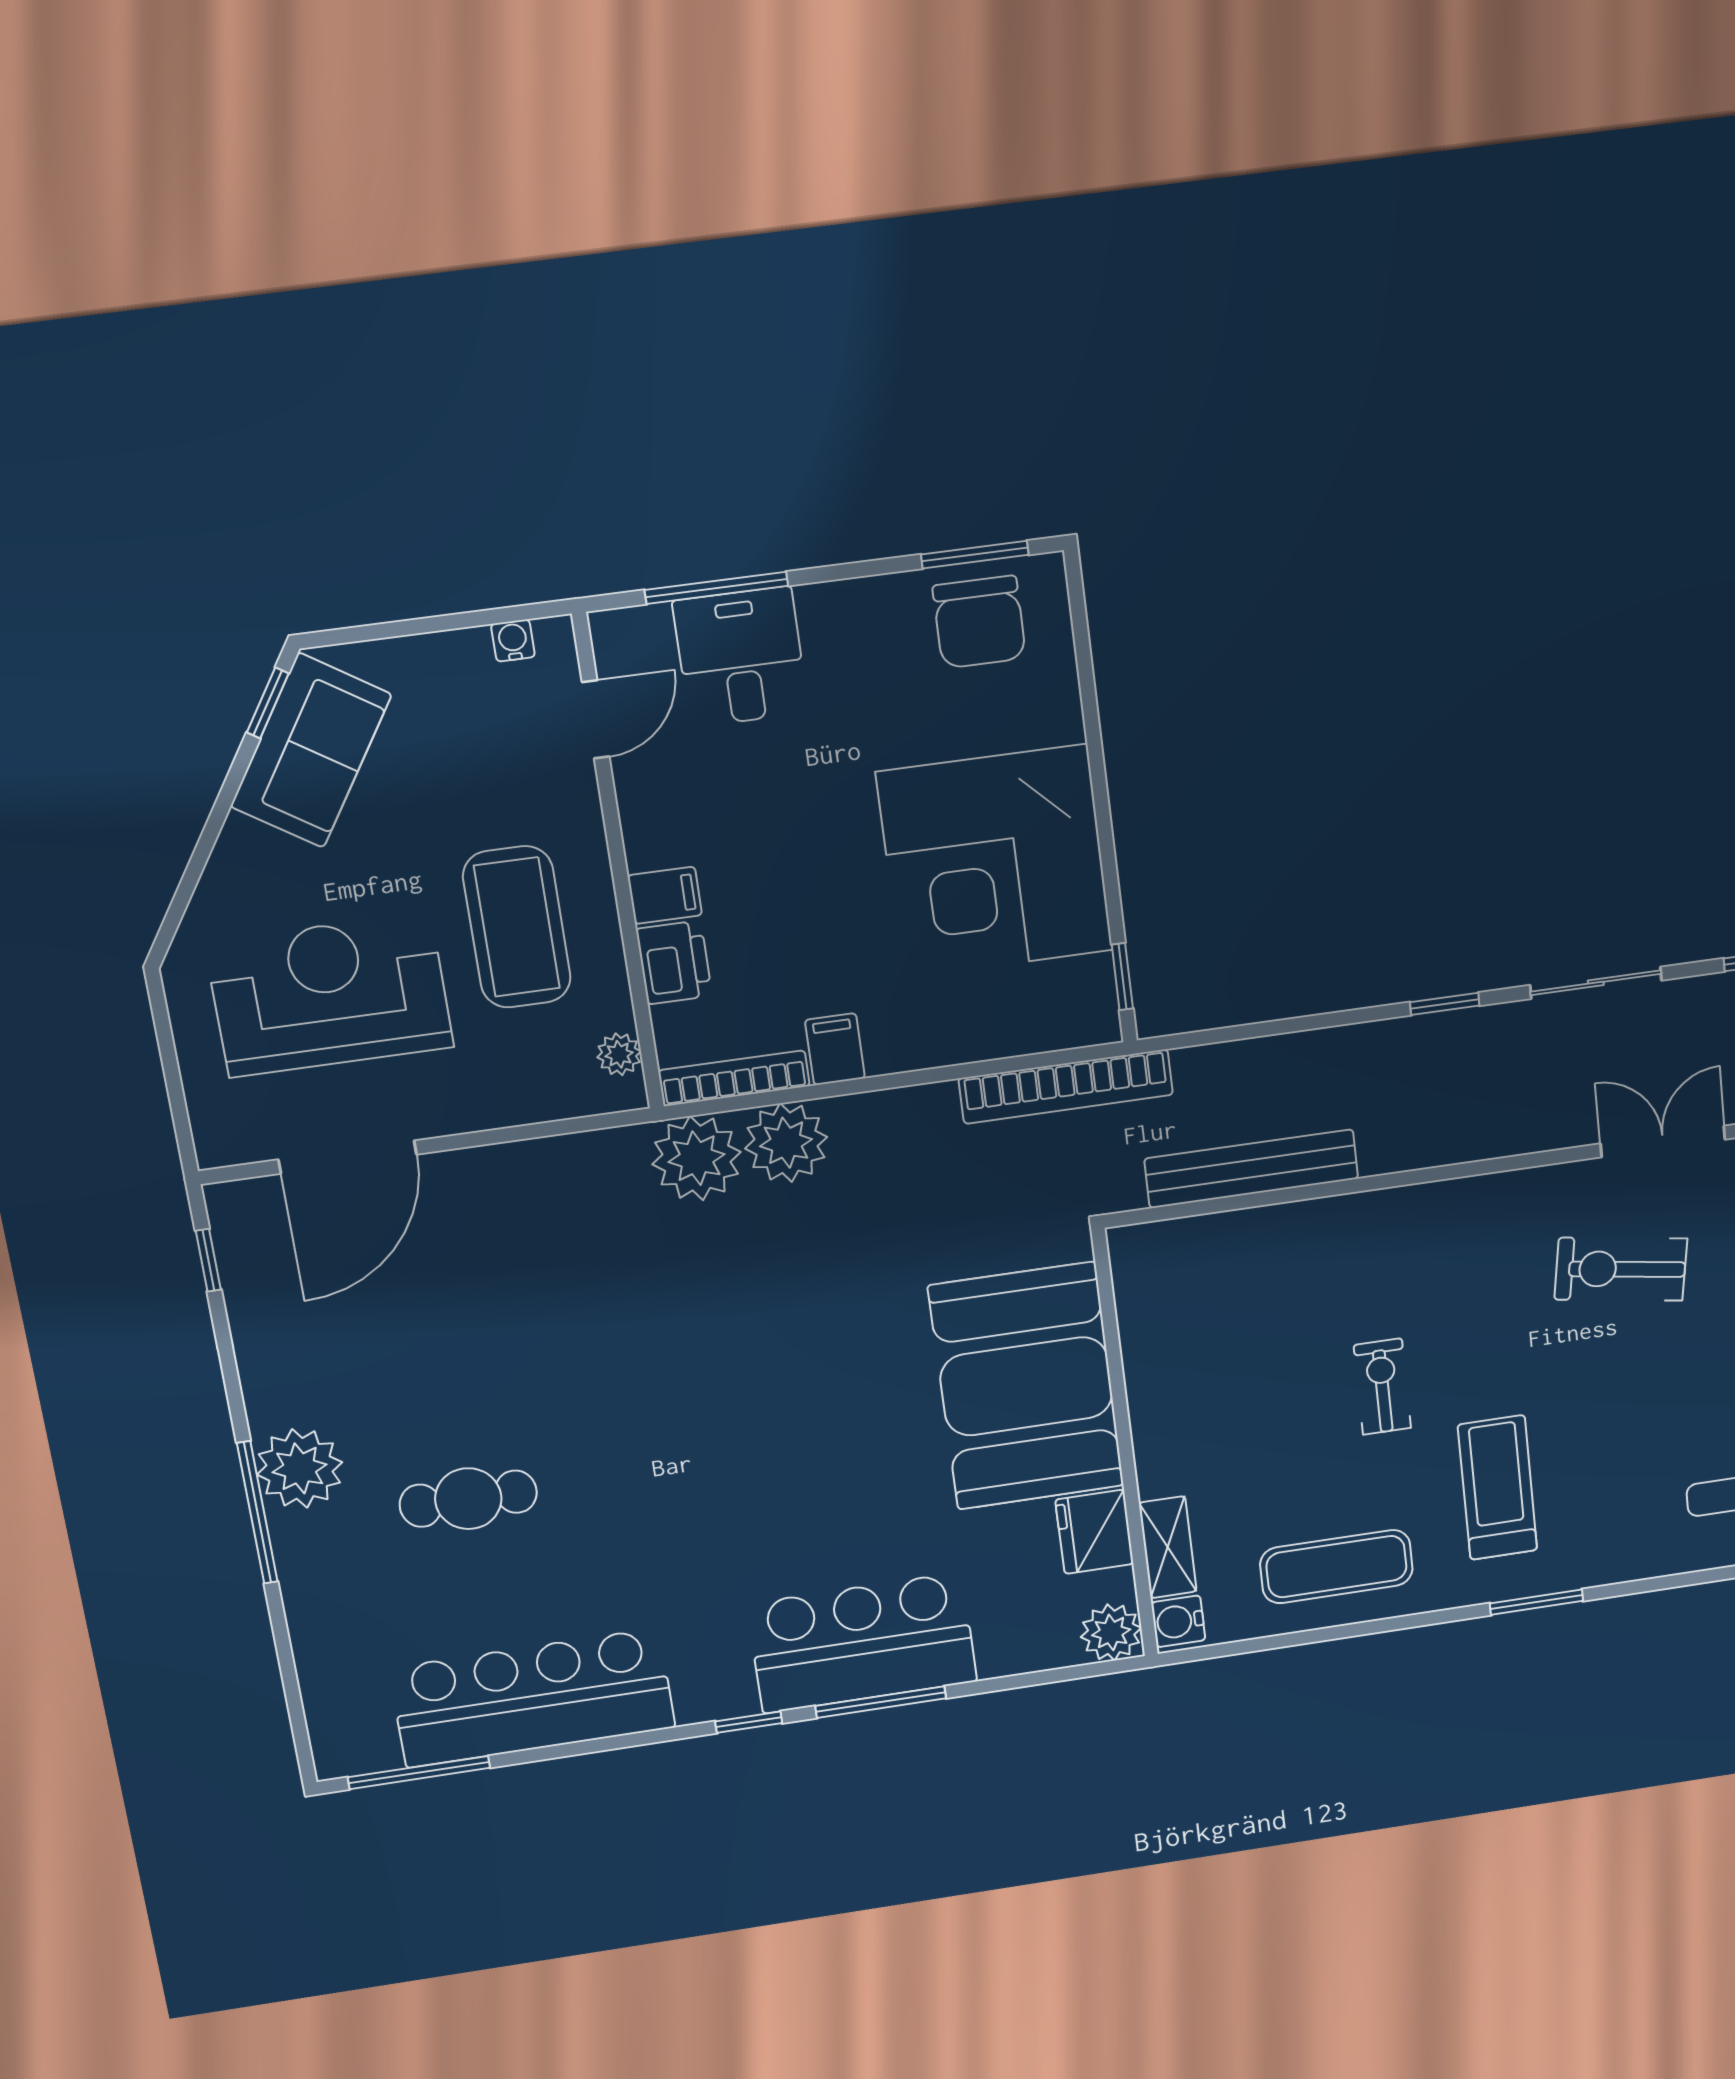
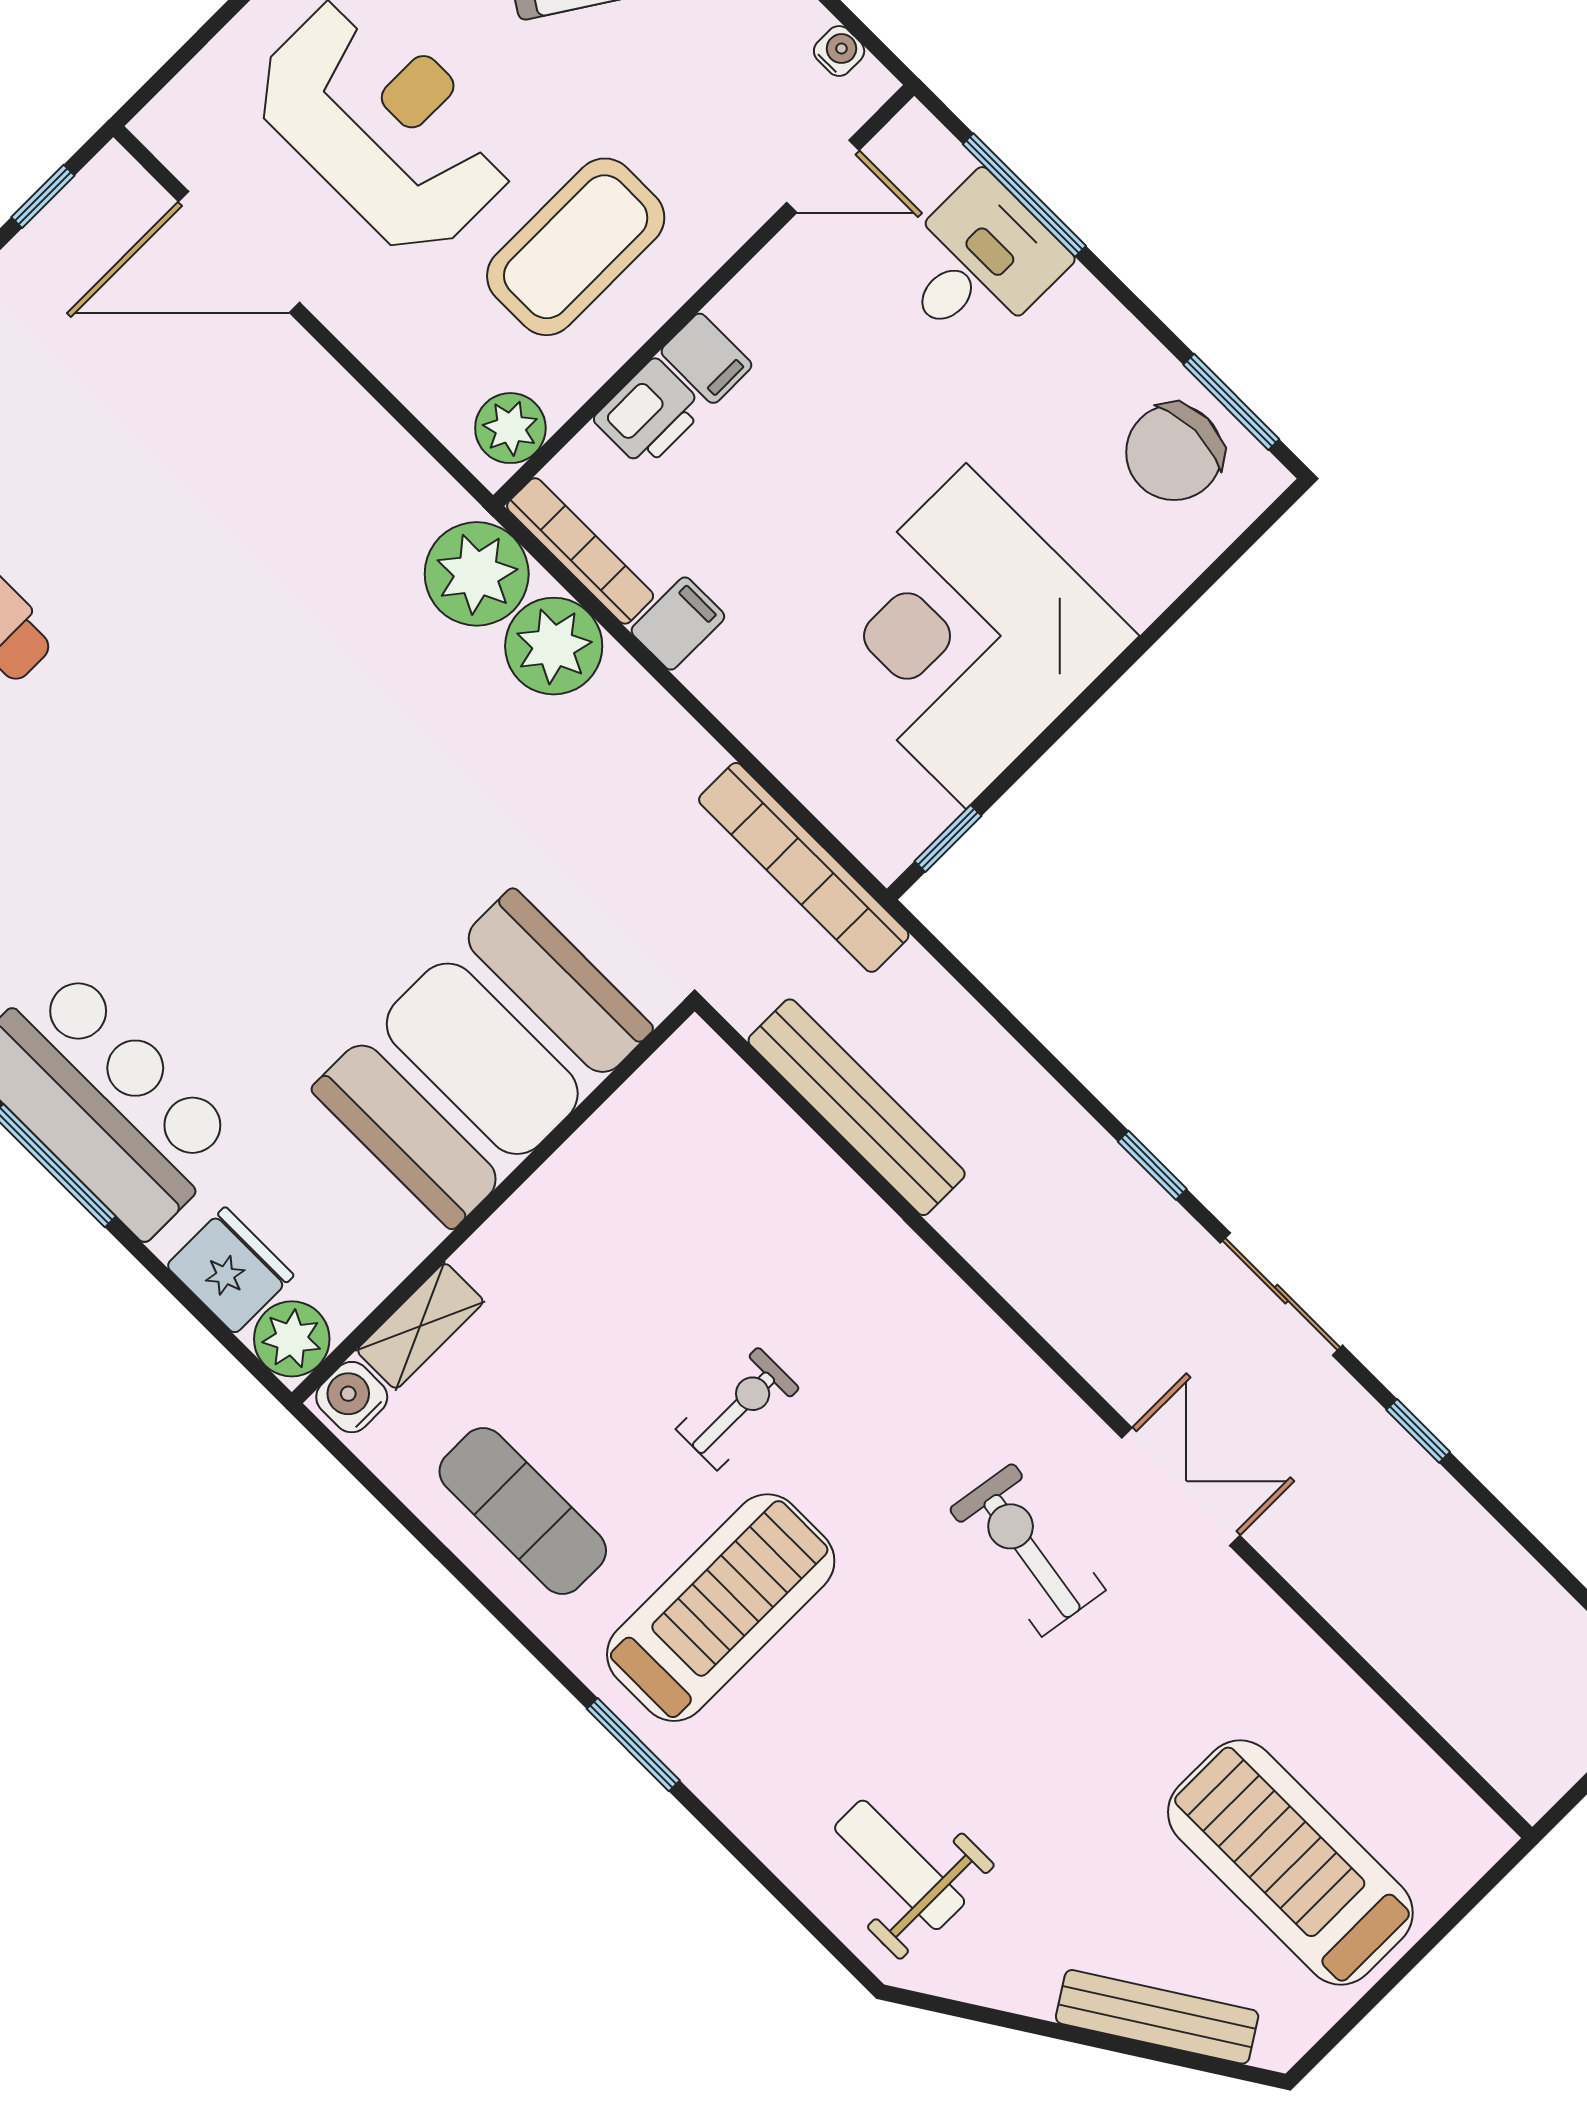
plant: (619, 1054) -> (510, 428), width x1.38, depth x1.38
treadmill: (1498, 1488) -> (721, 1608), width x1.37, depth x1.38
fridge: (1094, 1532) -> (230, 1271), moved, turned 90

